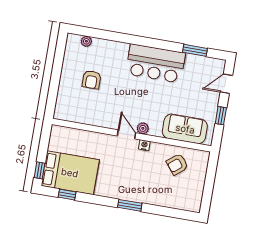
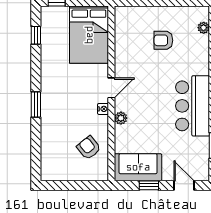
plant: (143, 128) -> (121, 118), moved
sofa: (185, 129) -> (138, 167), moved, turned -90
bed: (70, 173) -> (89, 35), moved

